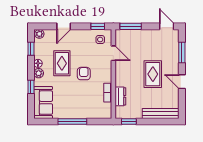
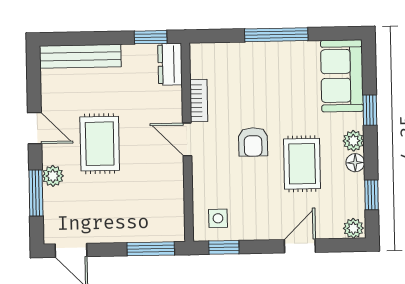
door: (113, 53) -> (187, 139), moved
plant: (174, 60) -> (53, 176), added
dresser: (120, 96) -> (170, 64), moved

